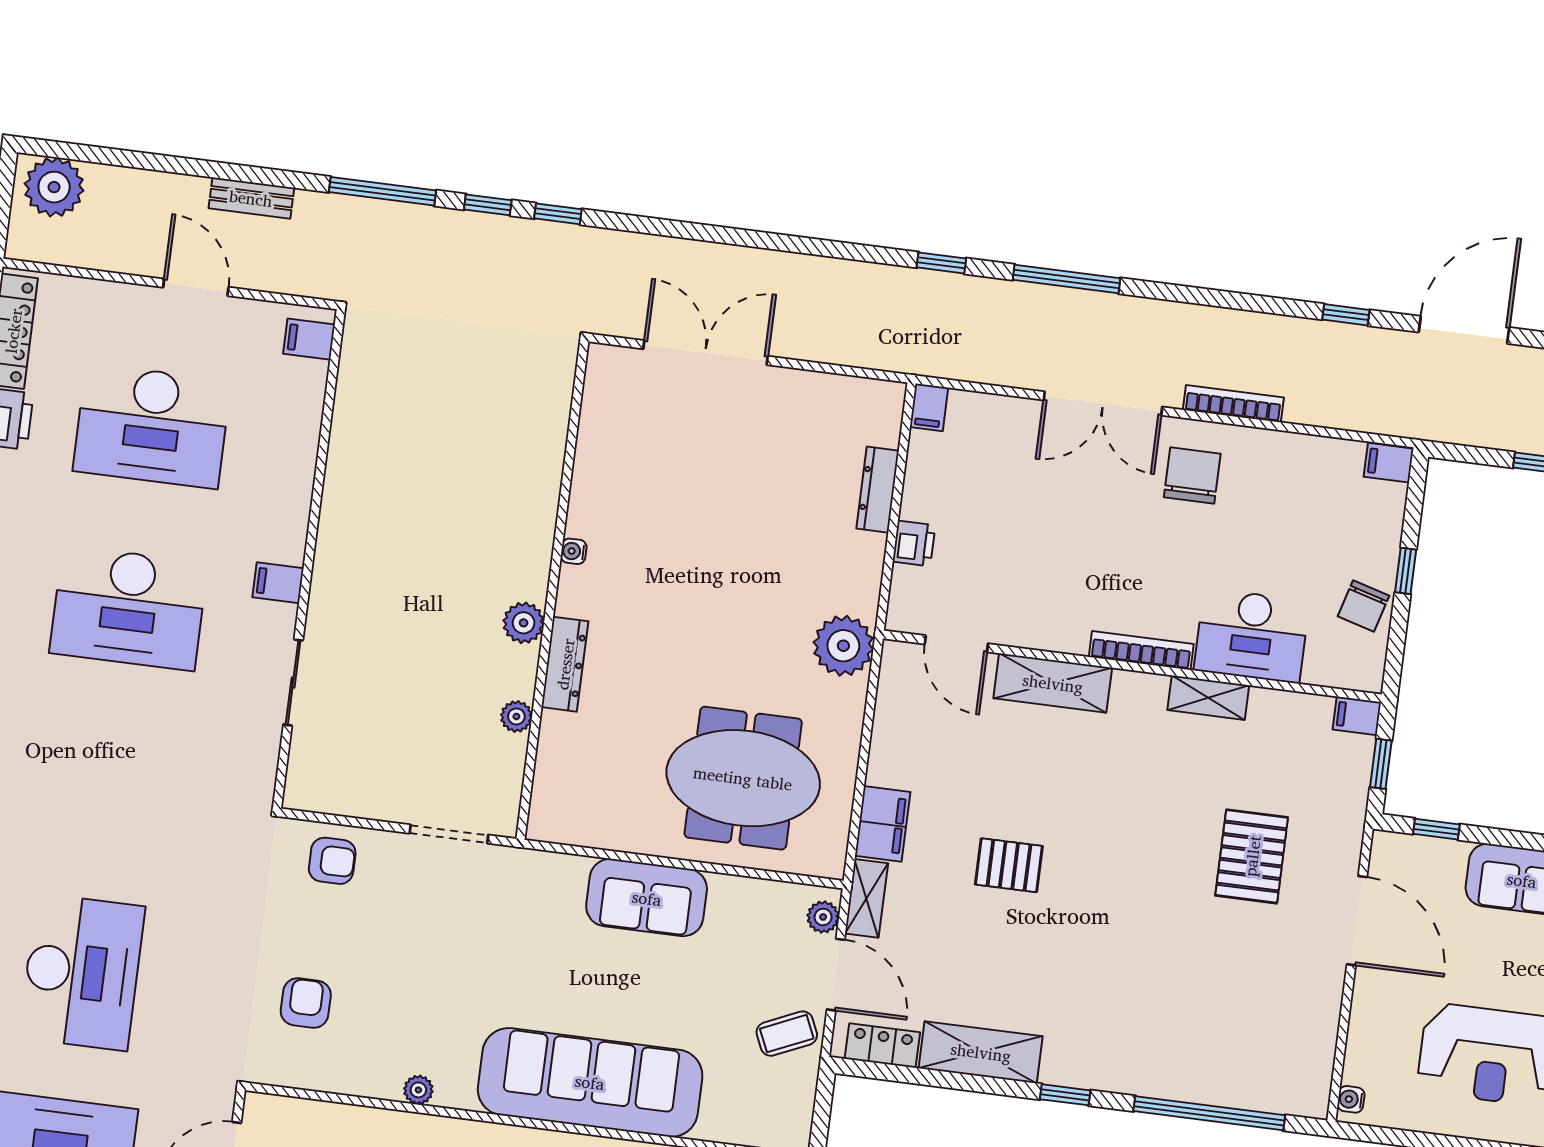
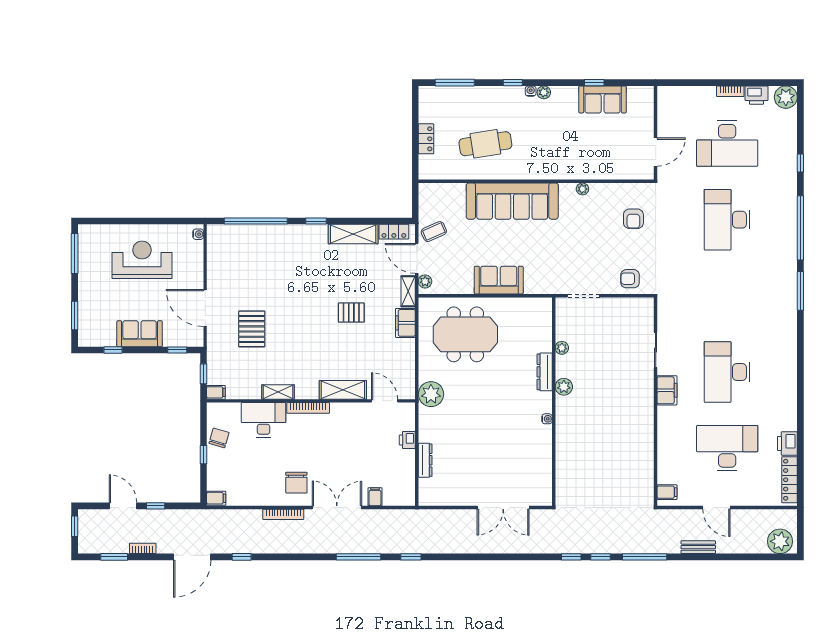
filing cabinet: (929, 407) -> (375, 497), moved
filing cabinet: (278, 583) -> (667, 390), width x2.00
desk: (129, 608) -> (727, 372), turned -90

